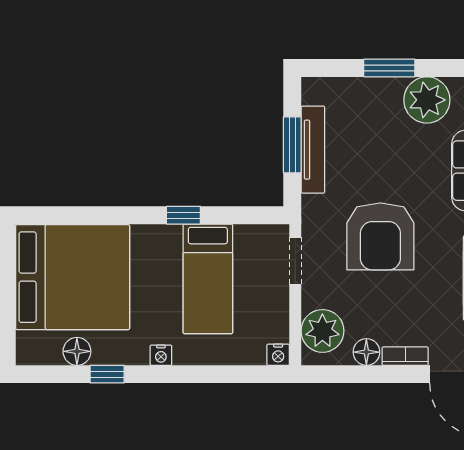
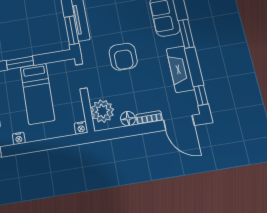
window: (292, 145) -> (72, 30), moved
window: (183, 215) -> (20, 63), width x1.50
armchair: (380, 236) -> (123, 57), width x0.73, depth x0.73

